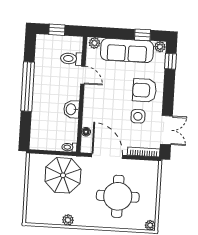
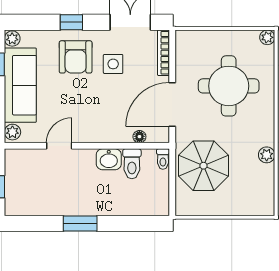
toilet: (71, 59) -> (132, 164), moved
window: (171, 61) -> (71, 22), moved
window: (28, 87) -> (80, 223), width x0.47

